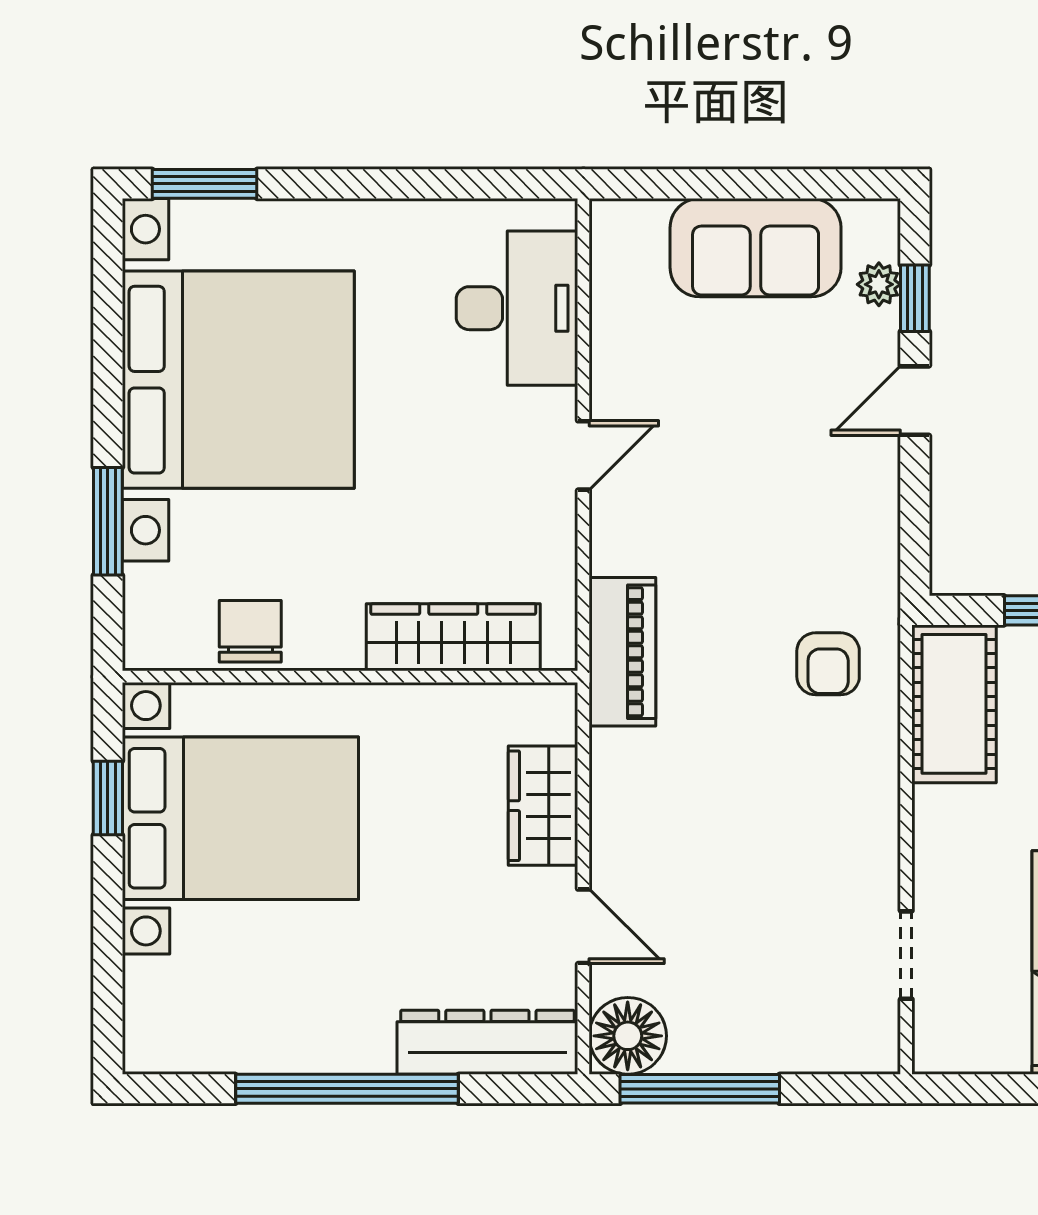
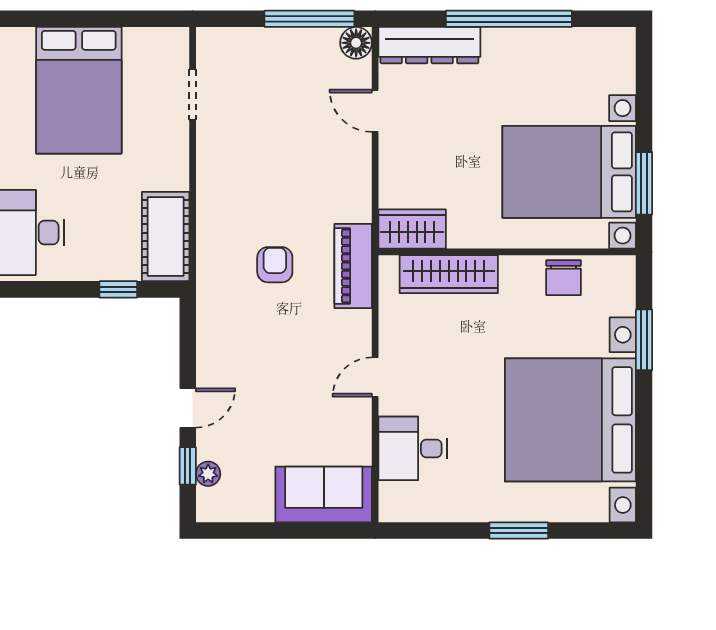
window: (205, 184) -> (519, 531), moved
sofa: (756, 248) -> (324, 495), moved
desk: (517, 308) -> (413, 448), width x0.73
armchair: (828, 664) -> (275, 265), moved
window: (108, 798) -> (644, 183), width x1.50
wardrobe: (543, 806) -> (412, 229), moved, turned -90
floor lamp: (628, 1036) -> (356, 43), width x0.73, depth x0.73

